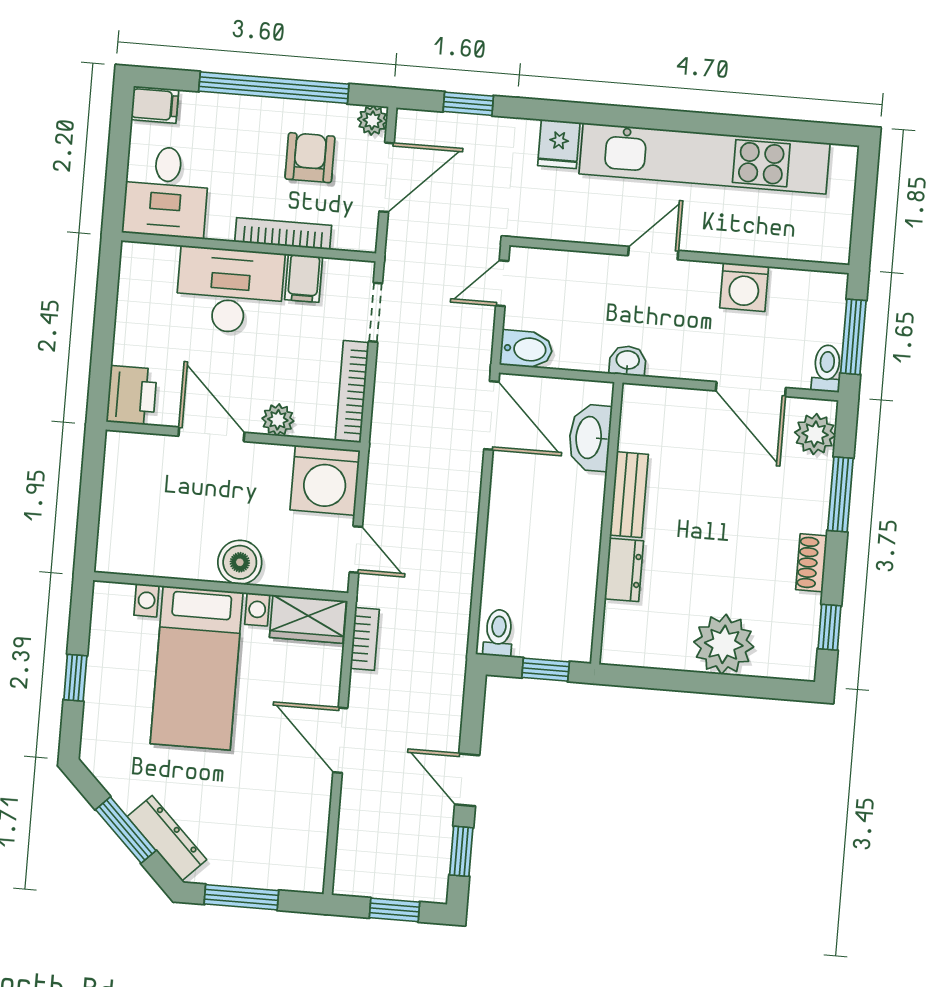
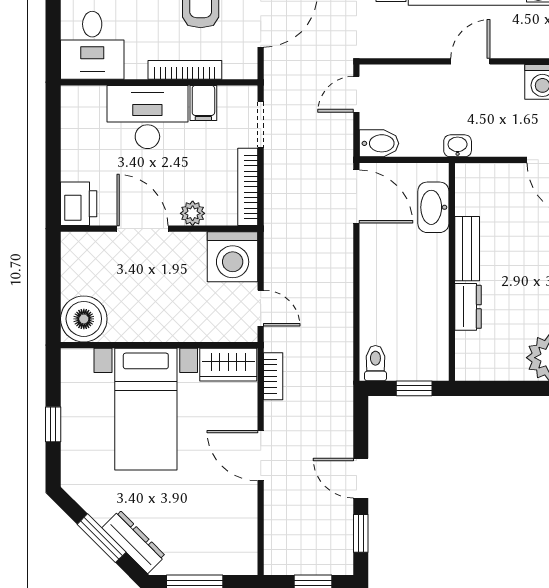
boiler: (240, 562) -> (84, 319), moved, width x1.37, depth x1.37

